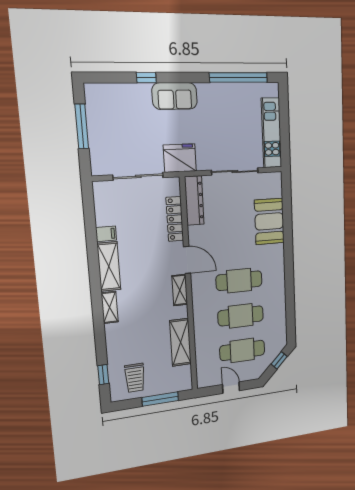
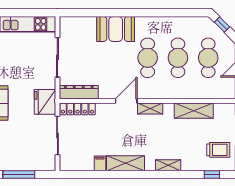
locker: (175, 219) -> (78, 109), moved
booth: (269, 221) -> (116, 29), moved
shelving: (110, 307) -> (168, 165), moved

